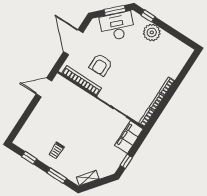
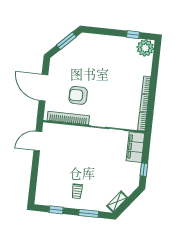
window: (148, 16) -> (133, 35), moved
desk: (117, 26) -> (76, 54), removed
plant: (152, 32) -> (145, 48), moved
armchair: (101, 65) -> (78, 95), turned 90

